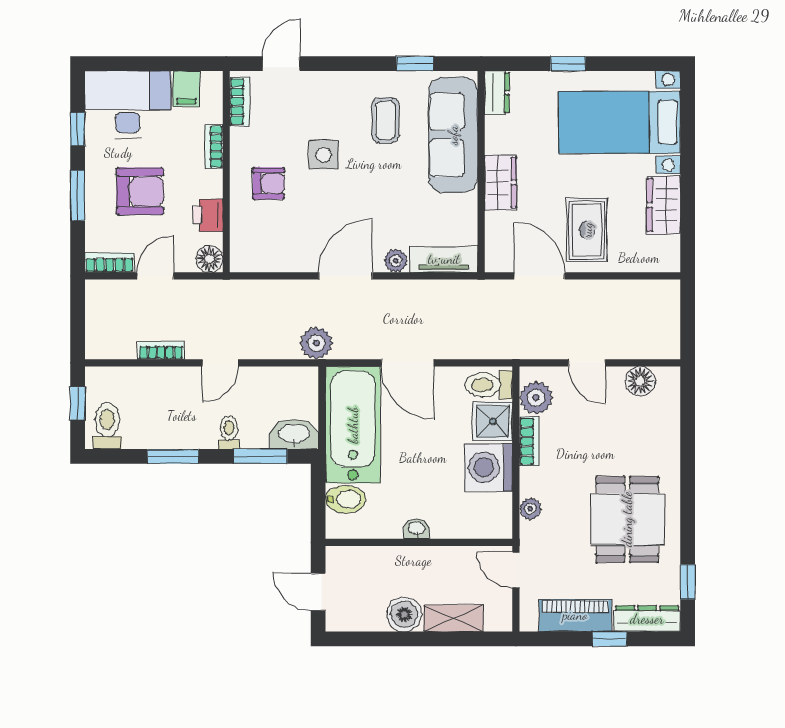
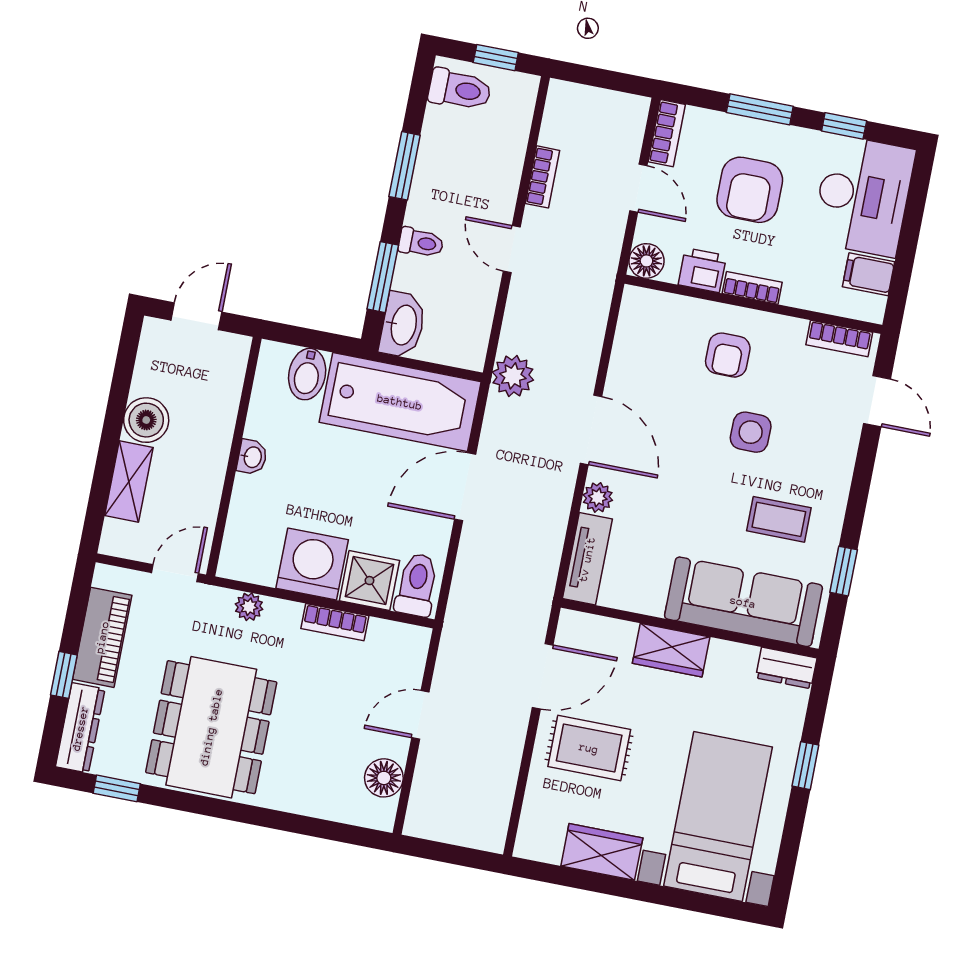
bookcase: (214, 147) -> (752, 288), moved
plant: (536, 398) -> (389, 642), removed
dining table: (627, 519) -> (211, 727), width x1.38

